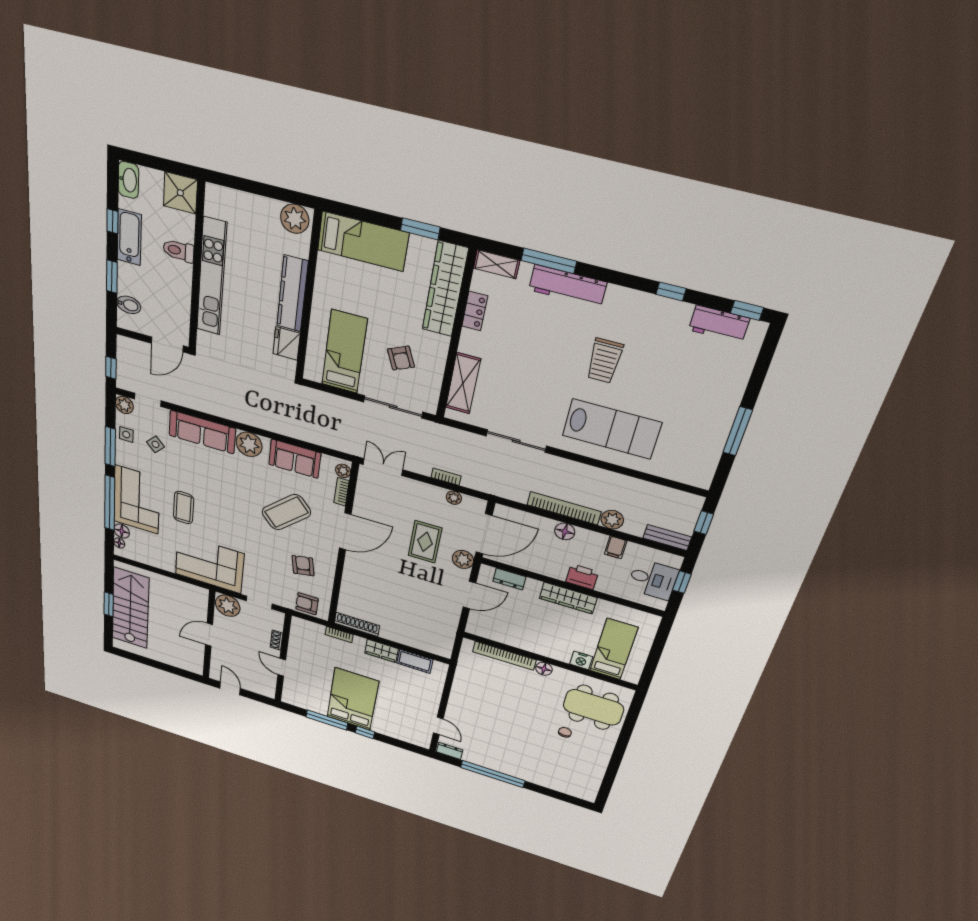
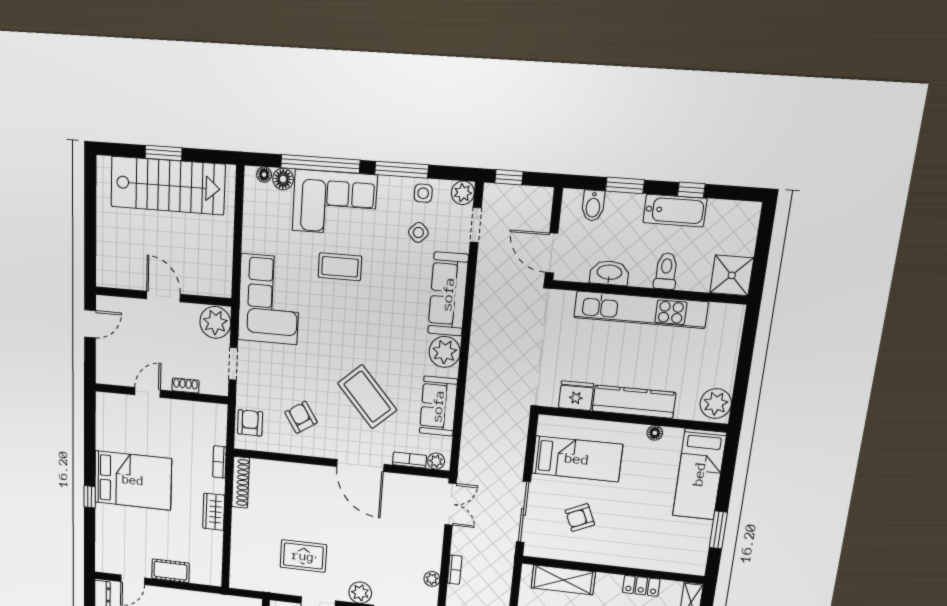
washbasin: (128, 180) -> (609, 273), moved, turned 180
floor lamp: (322, 278) -> (655, 433), added
wardrobe: (445, 289) -> (660, 557), removed
rug: (425, 542) -> (303, 556), moved
armchair: (303, 566) -> (301, 417), turned -112
cot: (415, 661) -> (171, 571), moved, turned 90
window: (327, 720) -> (90, 450), removed

